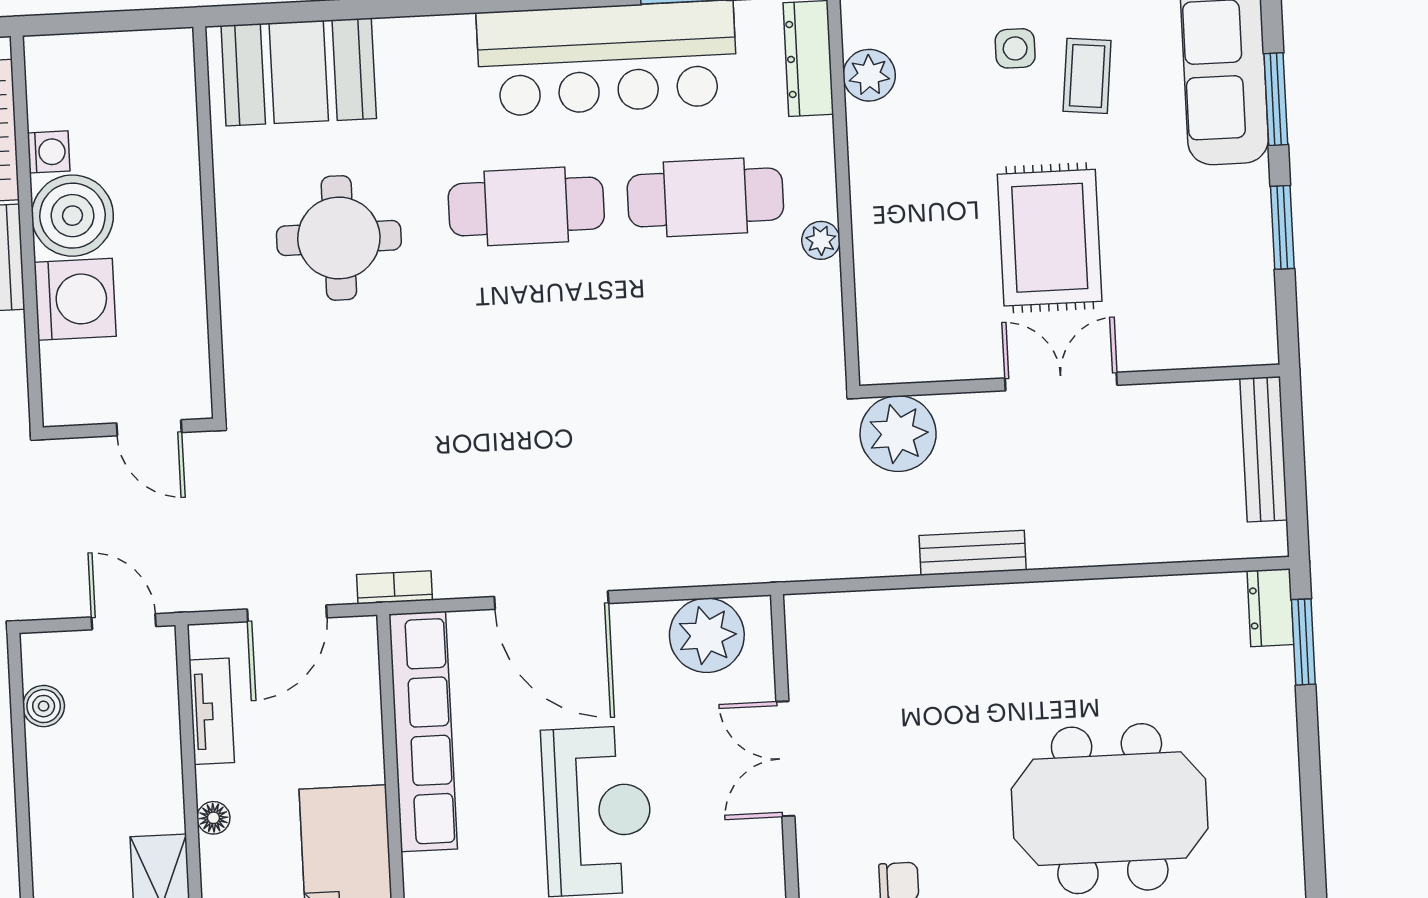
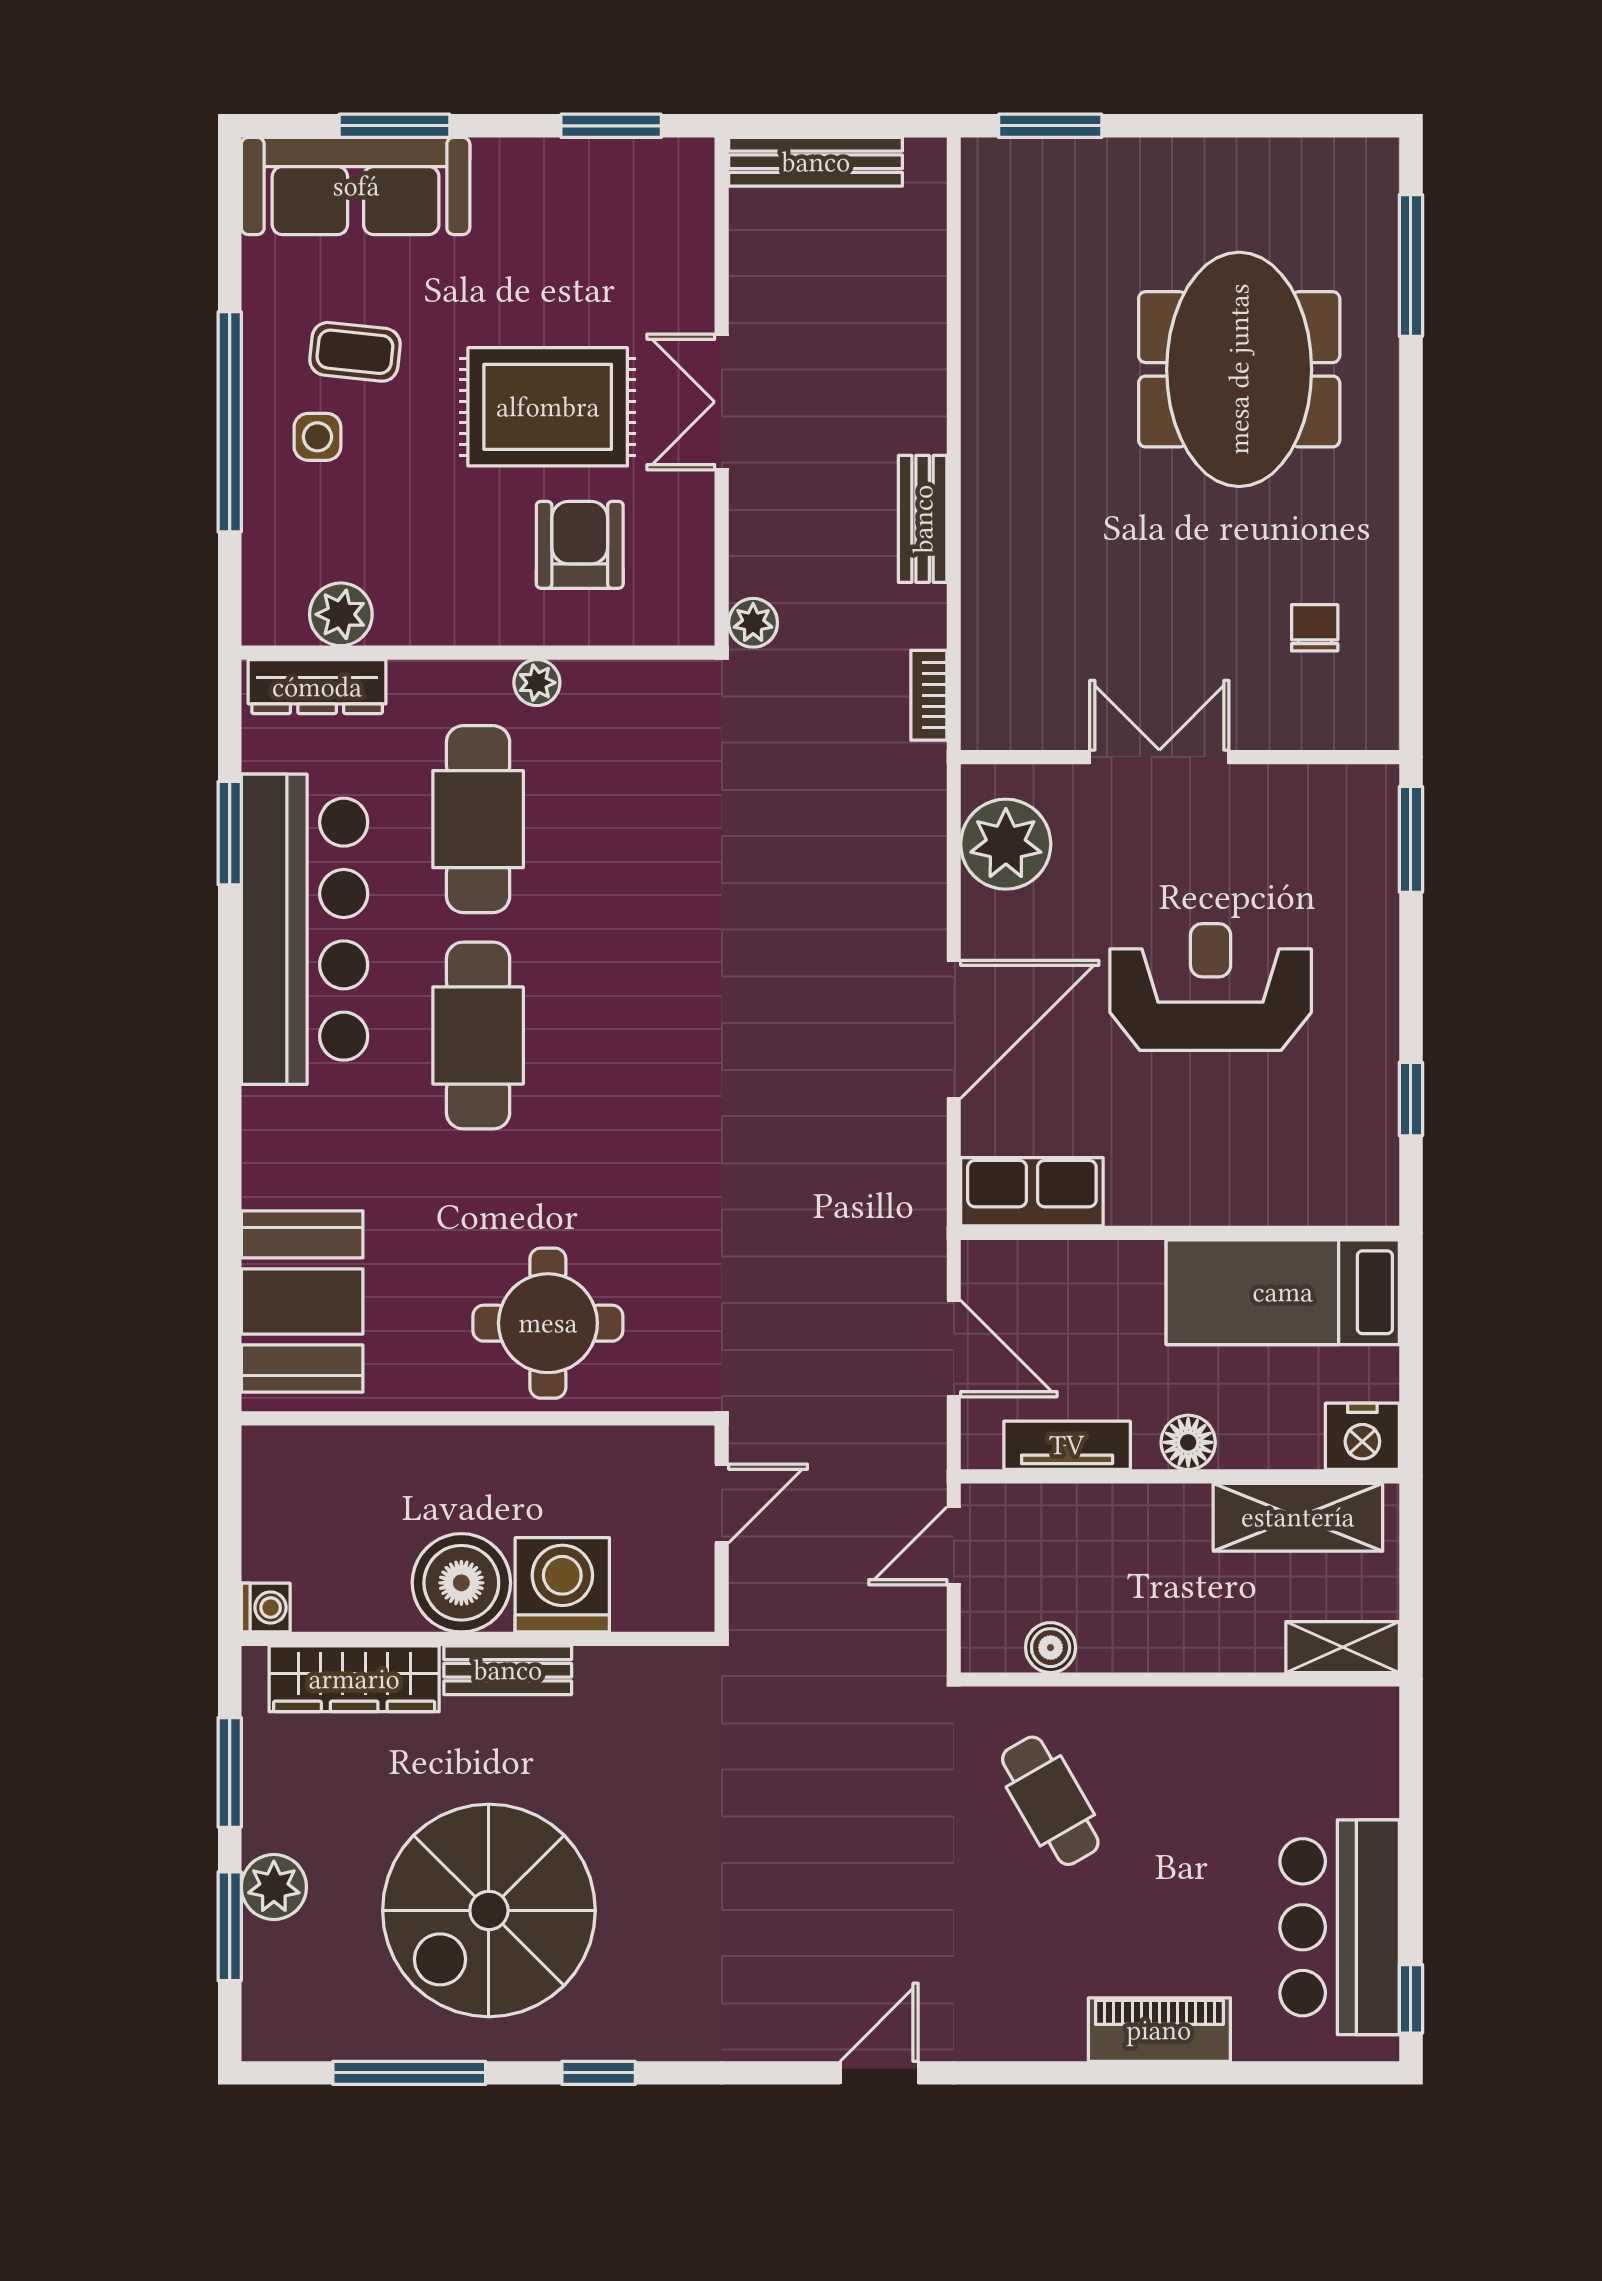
washing machine: (49, 152) -> (266, 1608), moved, turned 90
window: (1282, 227) -> (611, 126), moved
round table: (339, 238) -> (548, 1323), moved
armchair: (937, 270) -> (580, 545), added
plant: (898, 434) -> (753, 623), width x0.53, depth x0.53
bookcase: (394, 587) -> (929, 695), moved
dresser: (1270, 608) -> (1007, 163), removed
row of seats: (423, 732) -> (1032, 1192), width x0.50
double door: (785, 759) -> (1159, 757), swing flipped
floor lamp: (213, 818) -> (1188, 1442), width x1.37, depth x1.37

